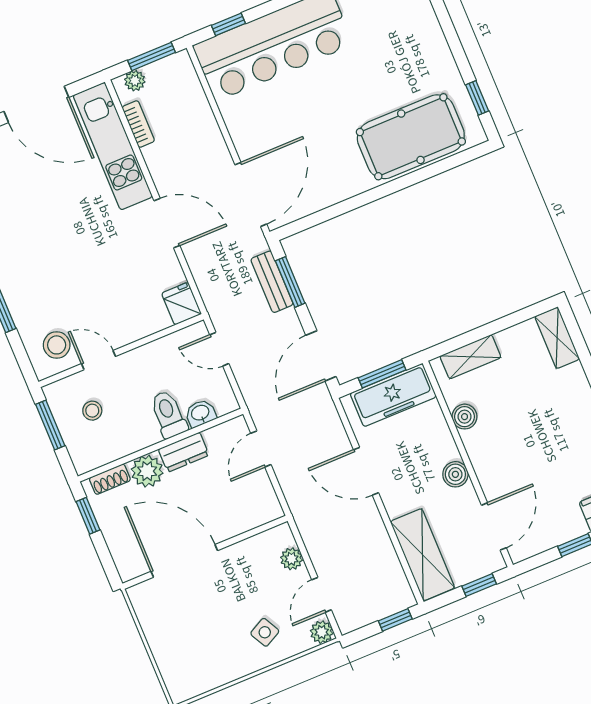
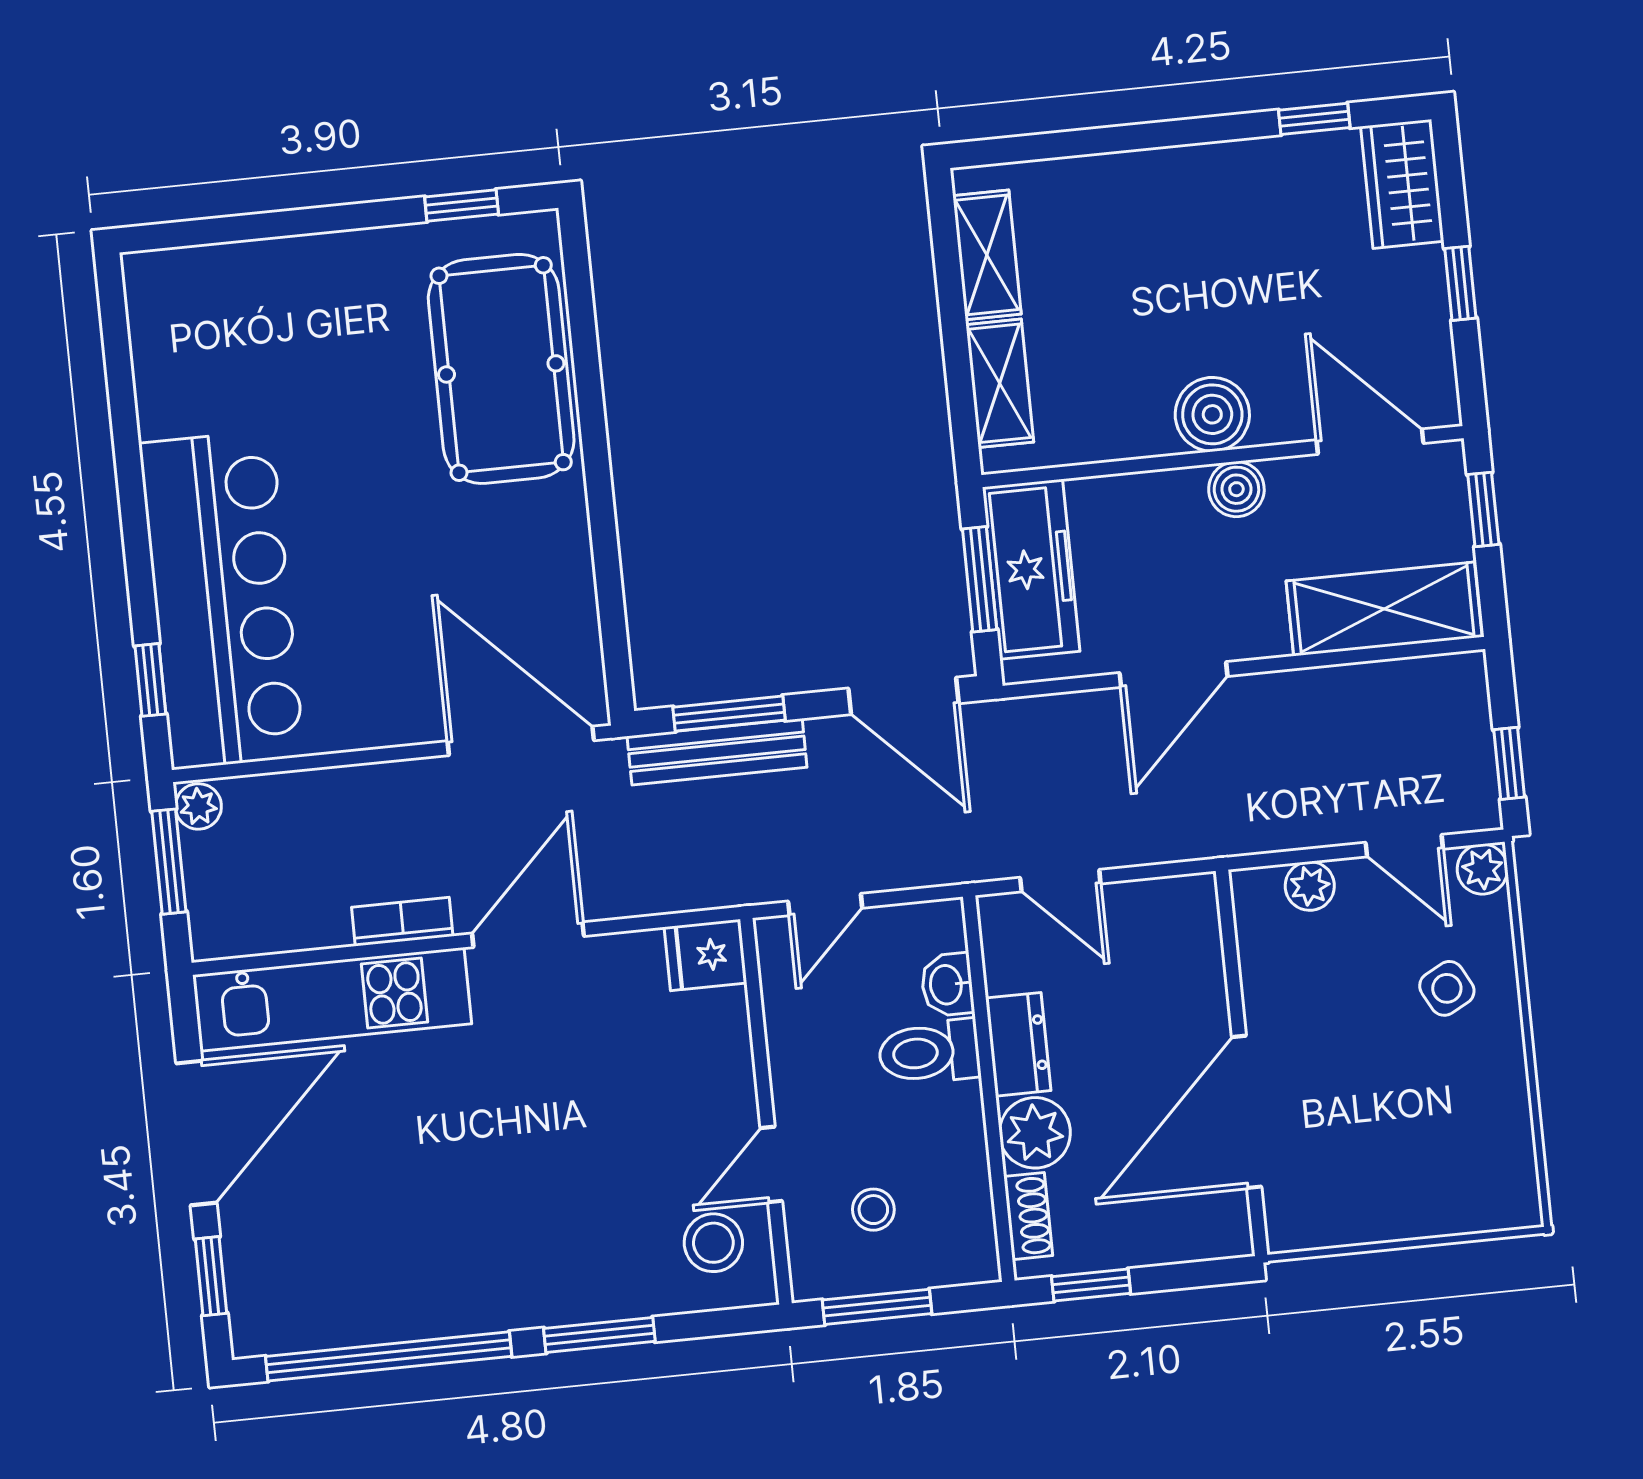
plant: (135, 81) -> (198, 806), moved
bookcase: (138, 124) -> (402, 922), moved
bench: (272, 282) -> (717, 752), width x1.36
shelving: (557, 338) -> (987, 255), moved, turned 90
boiler: (465, 417) -> (1212, 414), moved, width x1.36, depth x1.36
window: (395, 620) -> (1509, 763), moved

